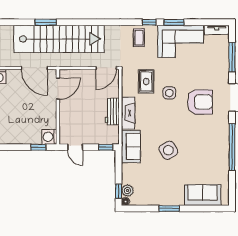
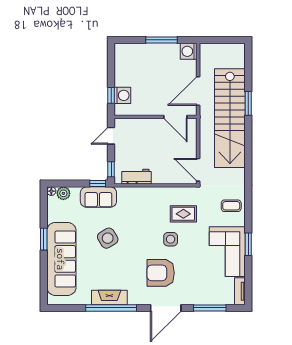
window: (149, 22) -> (248, 217), removed
armchair: (200, 102) -> (161, 273), turned 90
workbench: (112, 112) -> (137, 177), moved
fireplace: (128, 113) -> (109, 298), moved, turned 180
washing machine: (49, 137) -> (122, 95), moved, turned 90
sofa: (131, 147) -> (98, 197), moved
window: (119, 191) -> (98, 184), moved
sofa: (203, 195) -> (61, 259), width x1.85, depth x1.27

